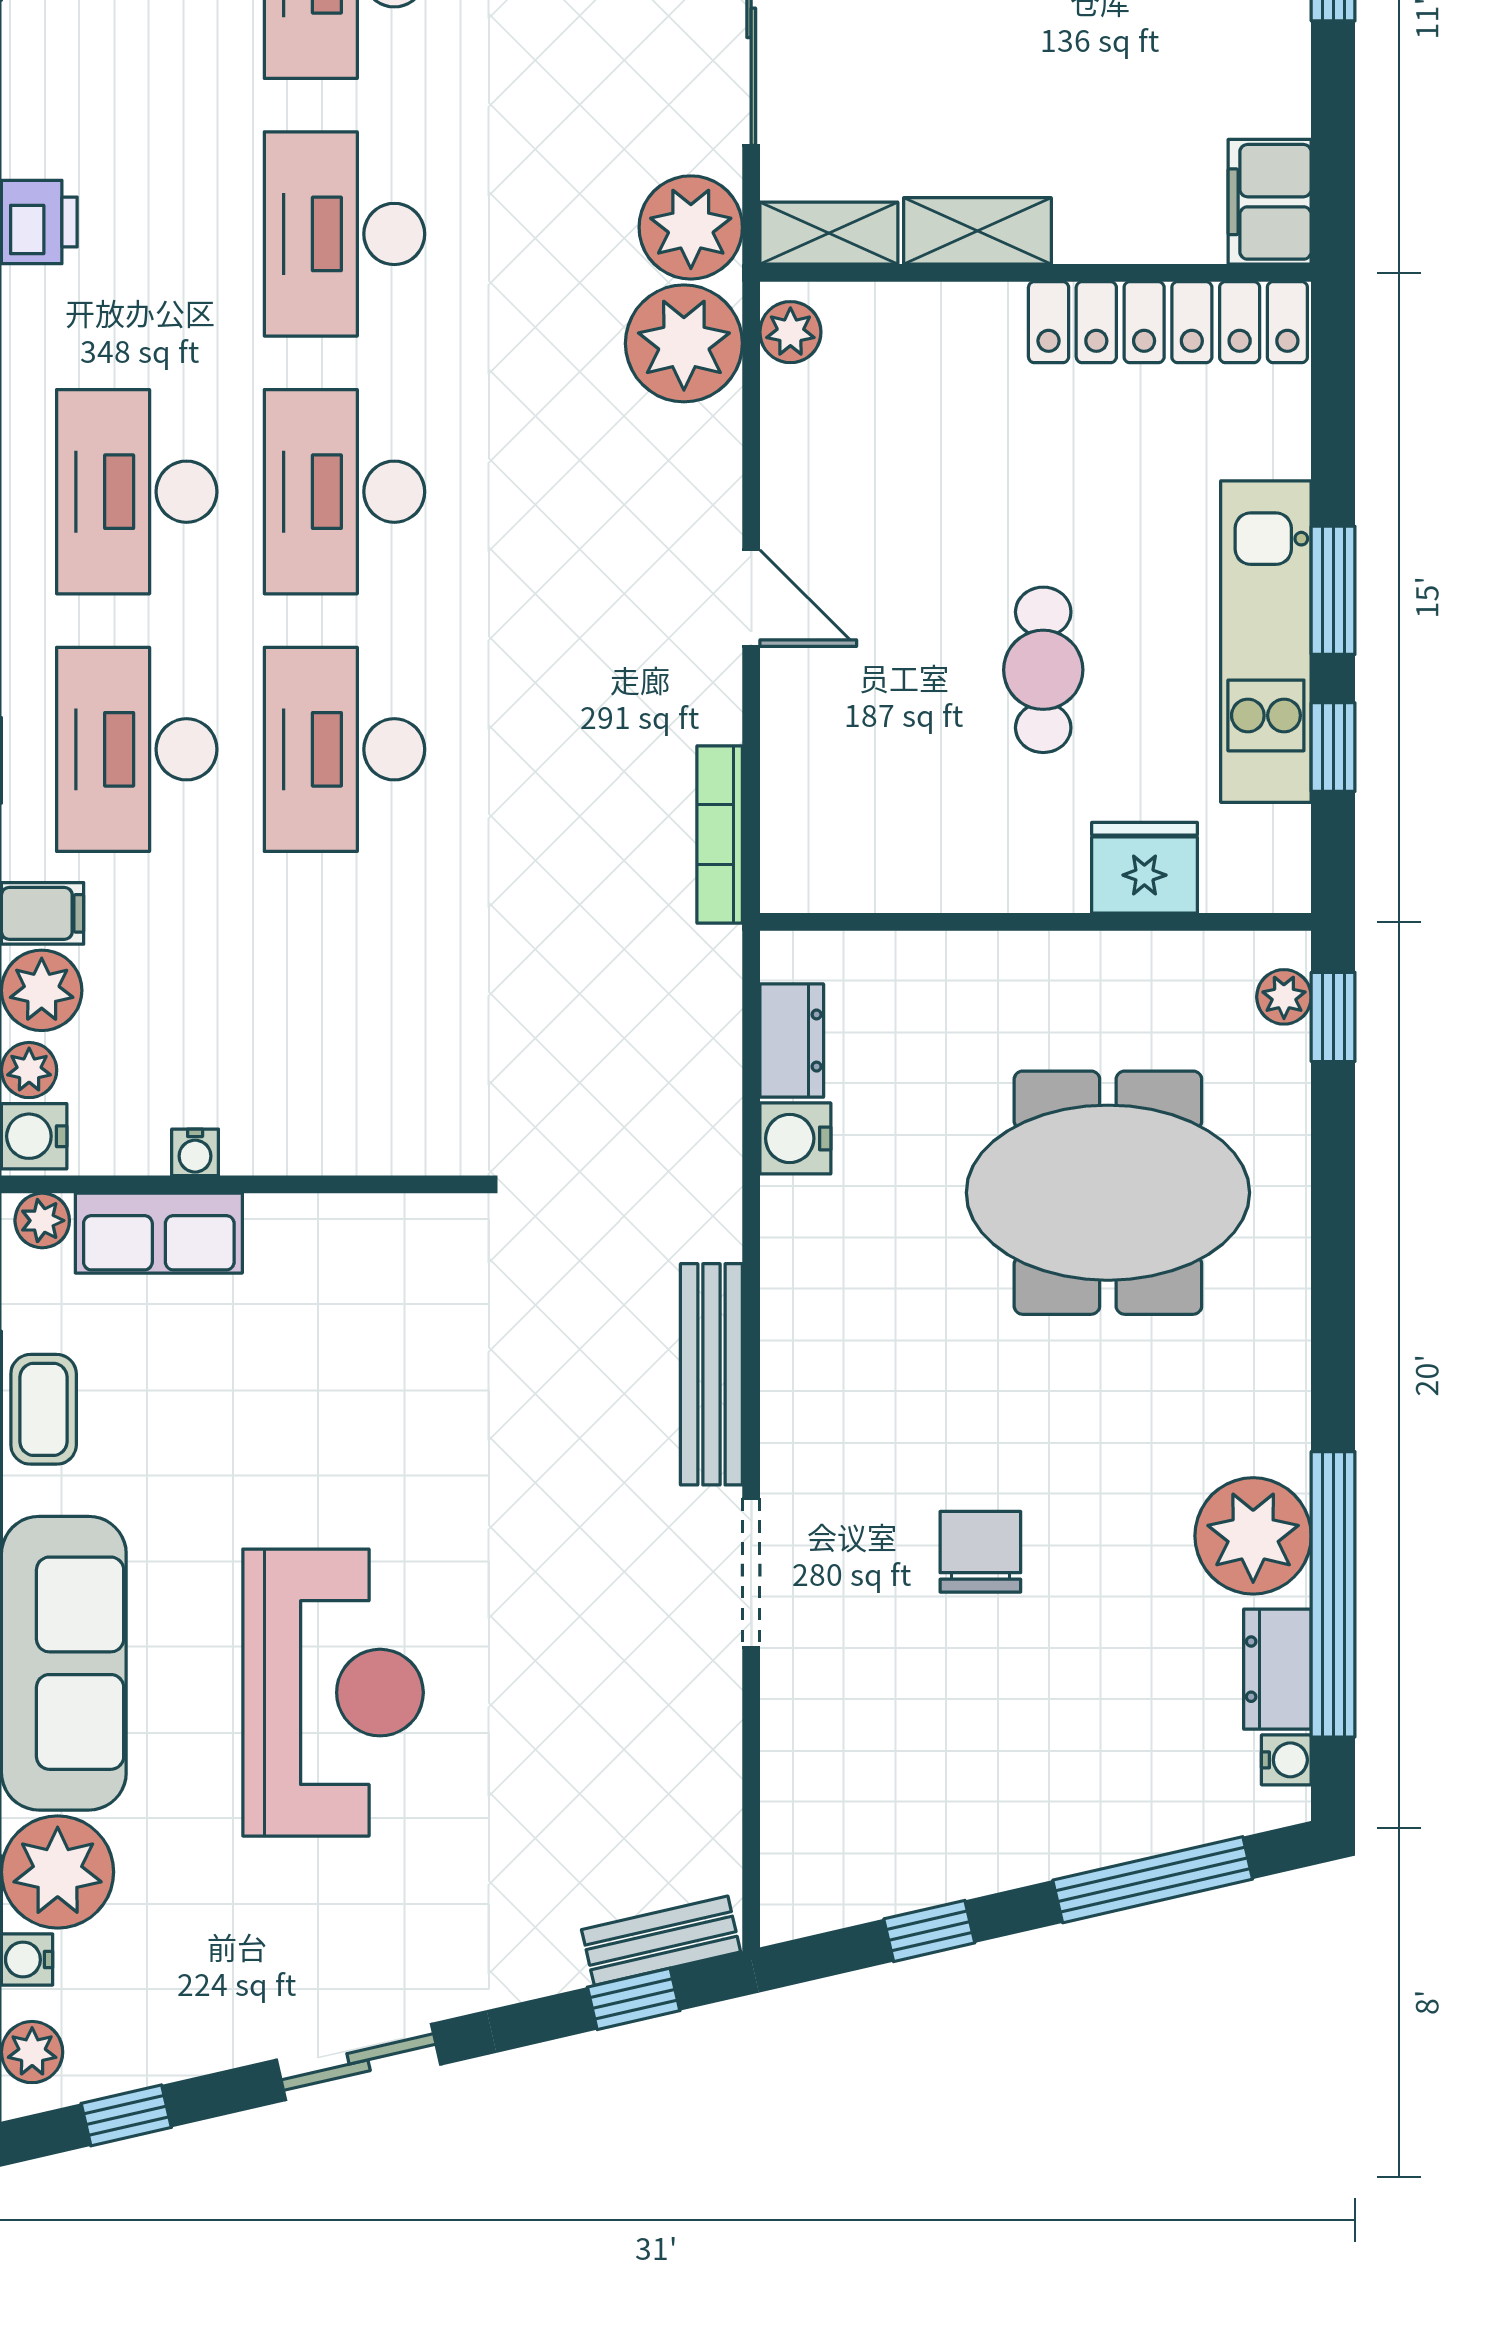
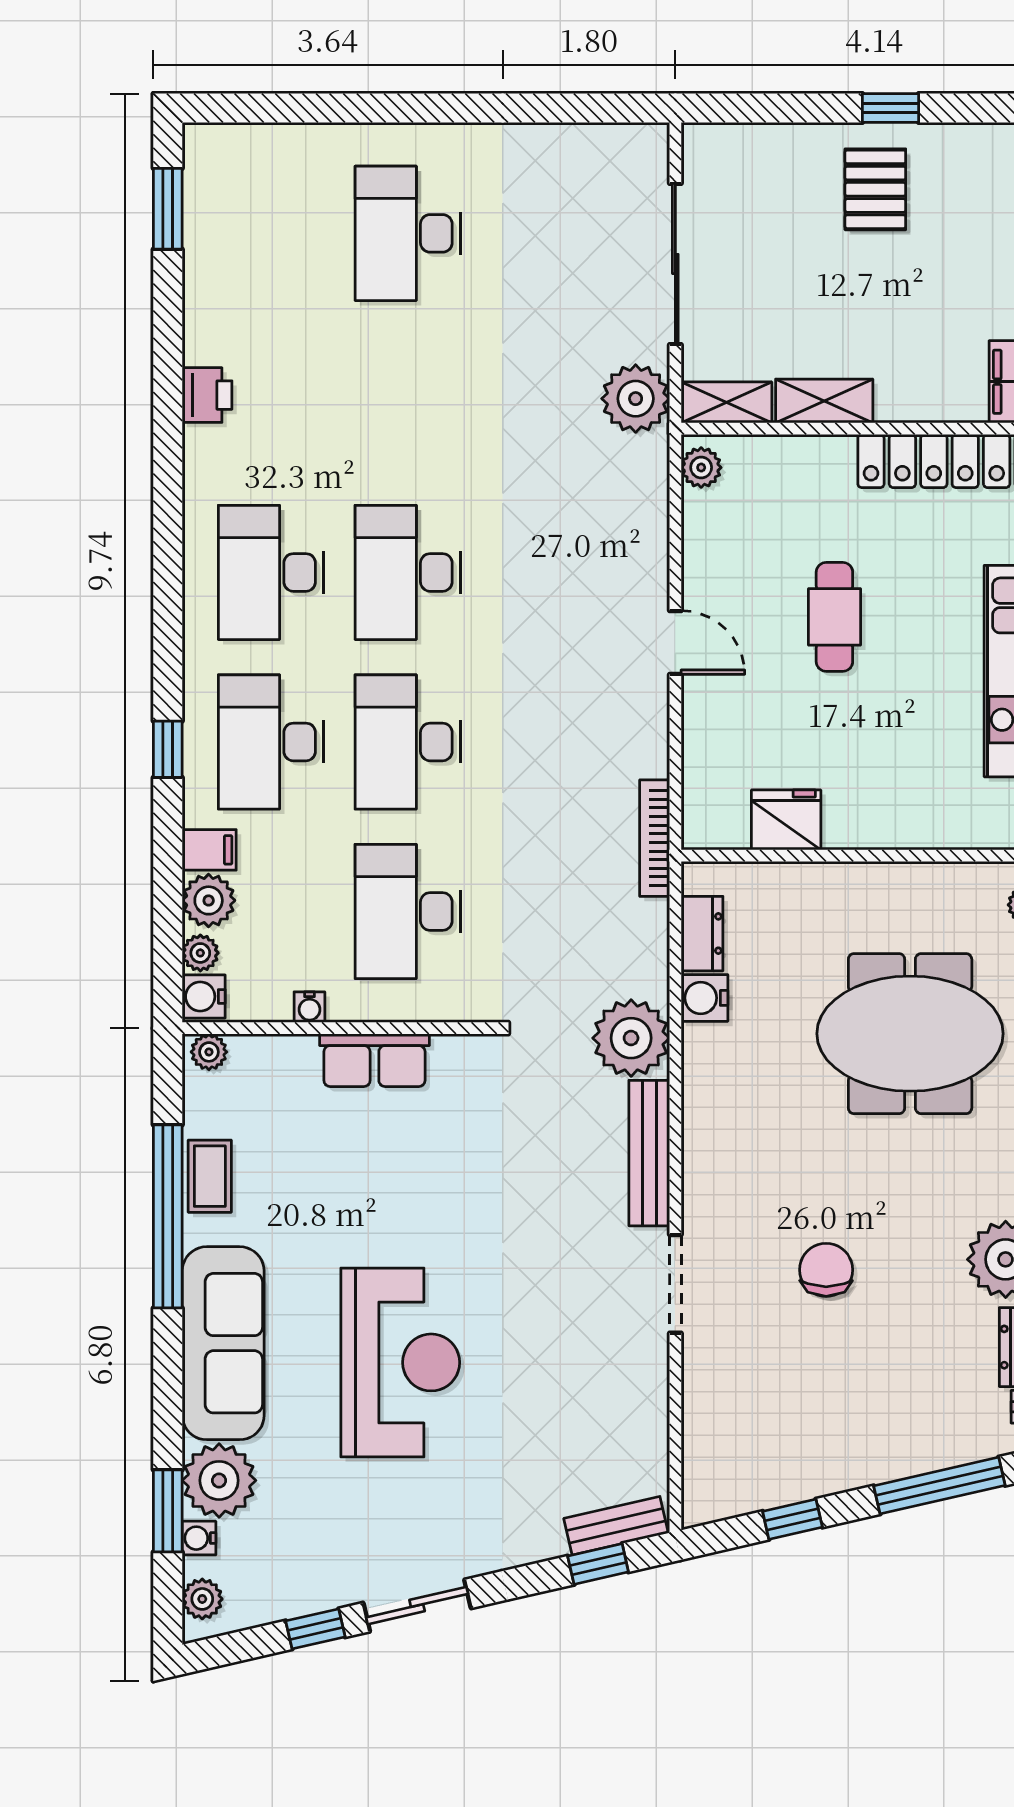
desk: (345, 234) -> (408, 911), moved
plant: (684, 343) -> (631, 1038), moved
cafe table: (1043, 670) -> (834, 617), moved
bookcase: (720, 834) -> (655, 838), moved
fridge: (1144, 868) -> (786, 820), moved
row of seats: (159, 1233) -> (374, 1060), moved
window: (126, 2115) -> (315, 1629), moved

